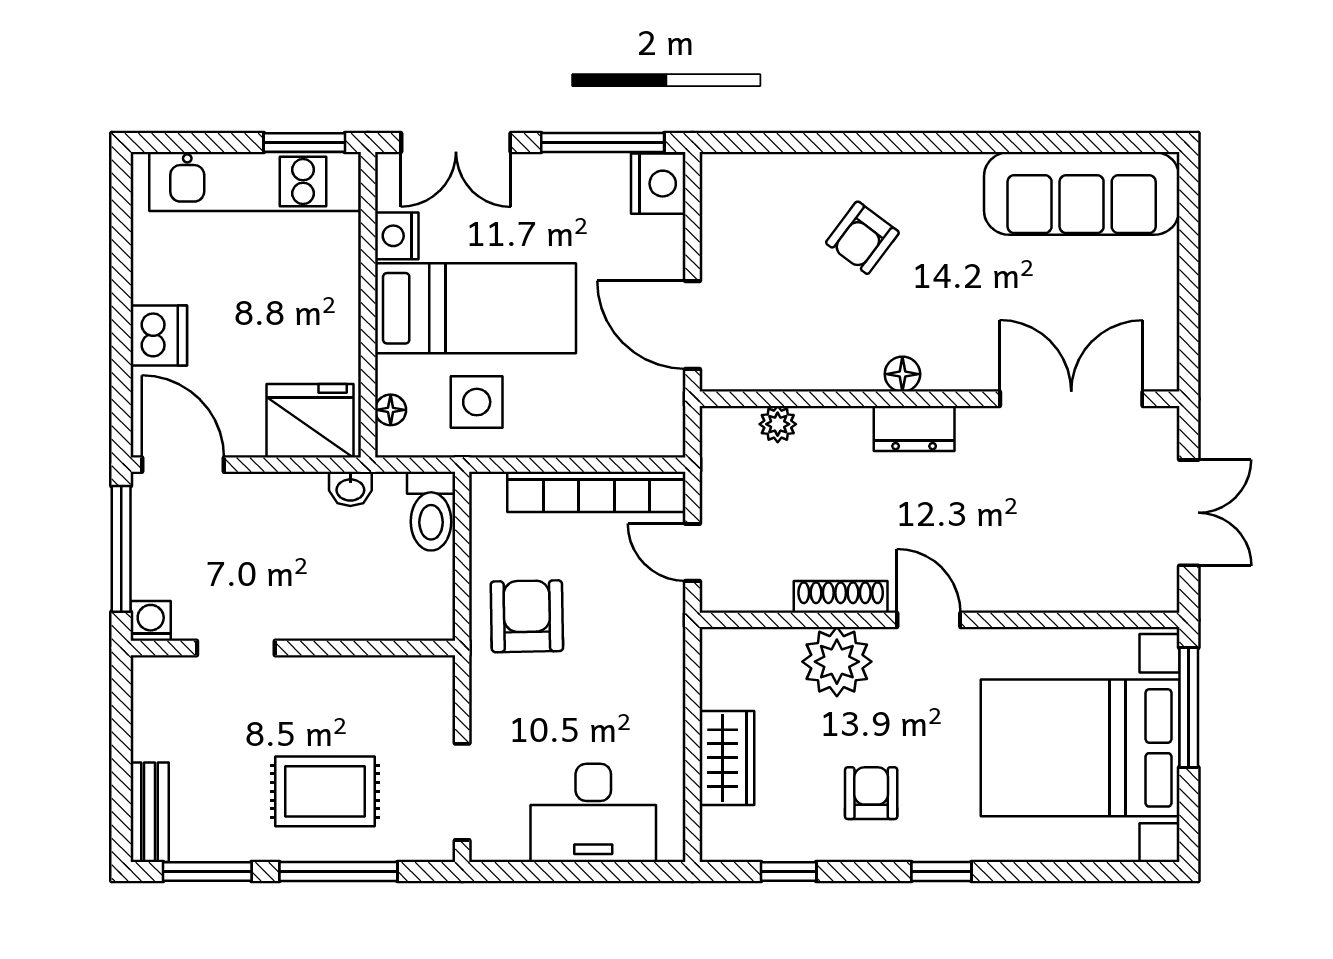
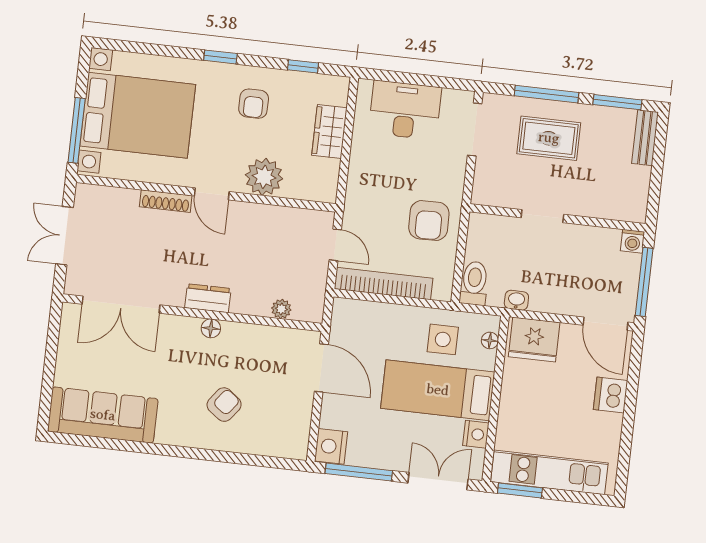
shoe rack: (841, 597) -> (166, 201), moved
doorway: (236, 648) -> (542, 216), moved

